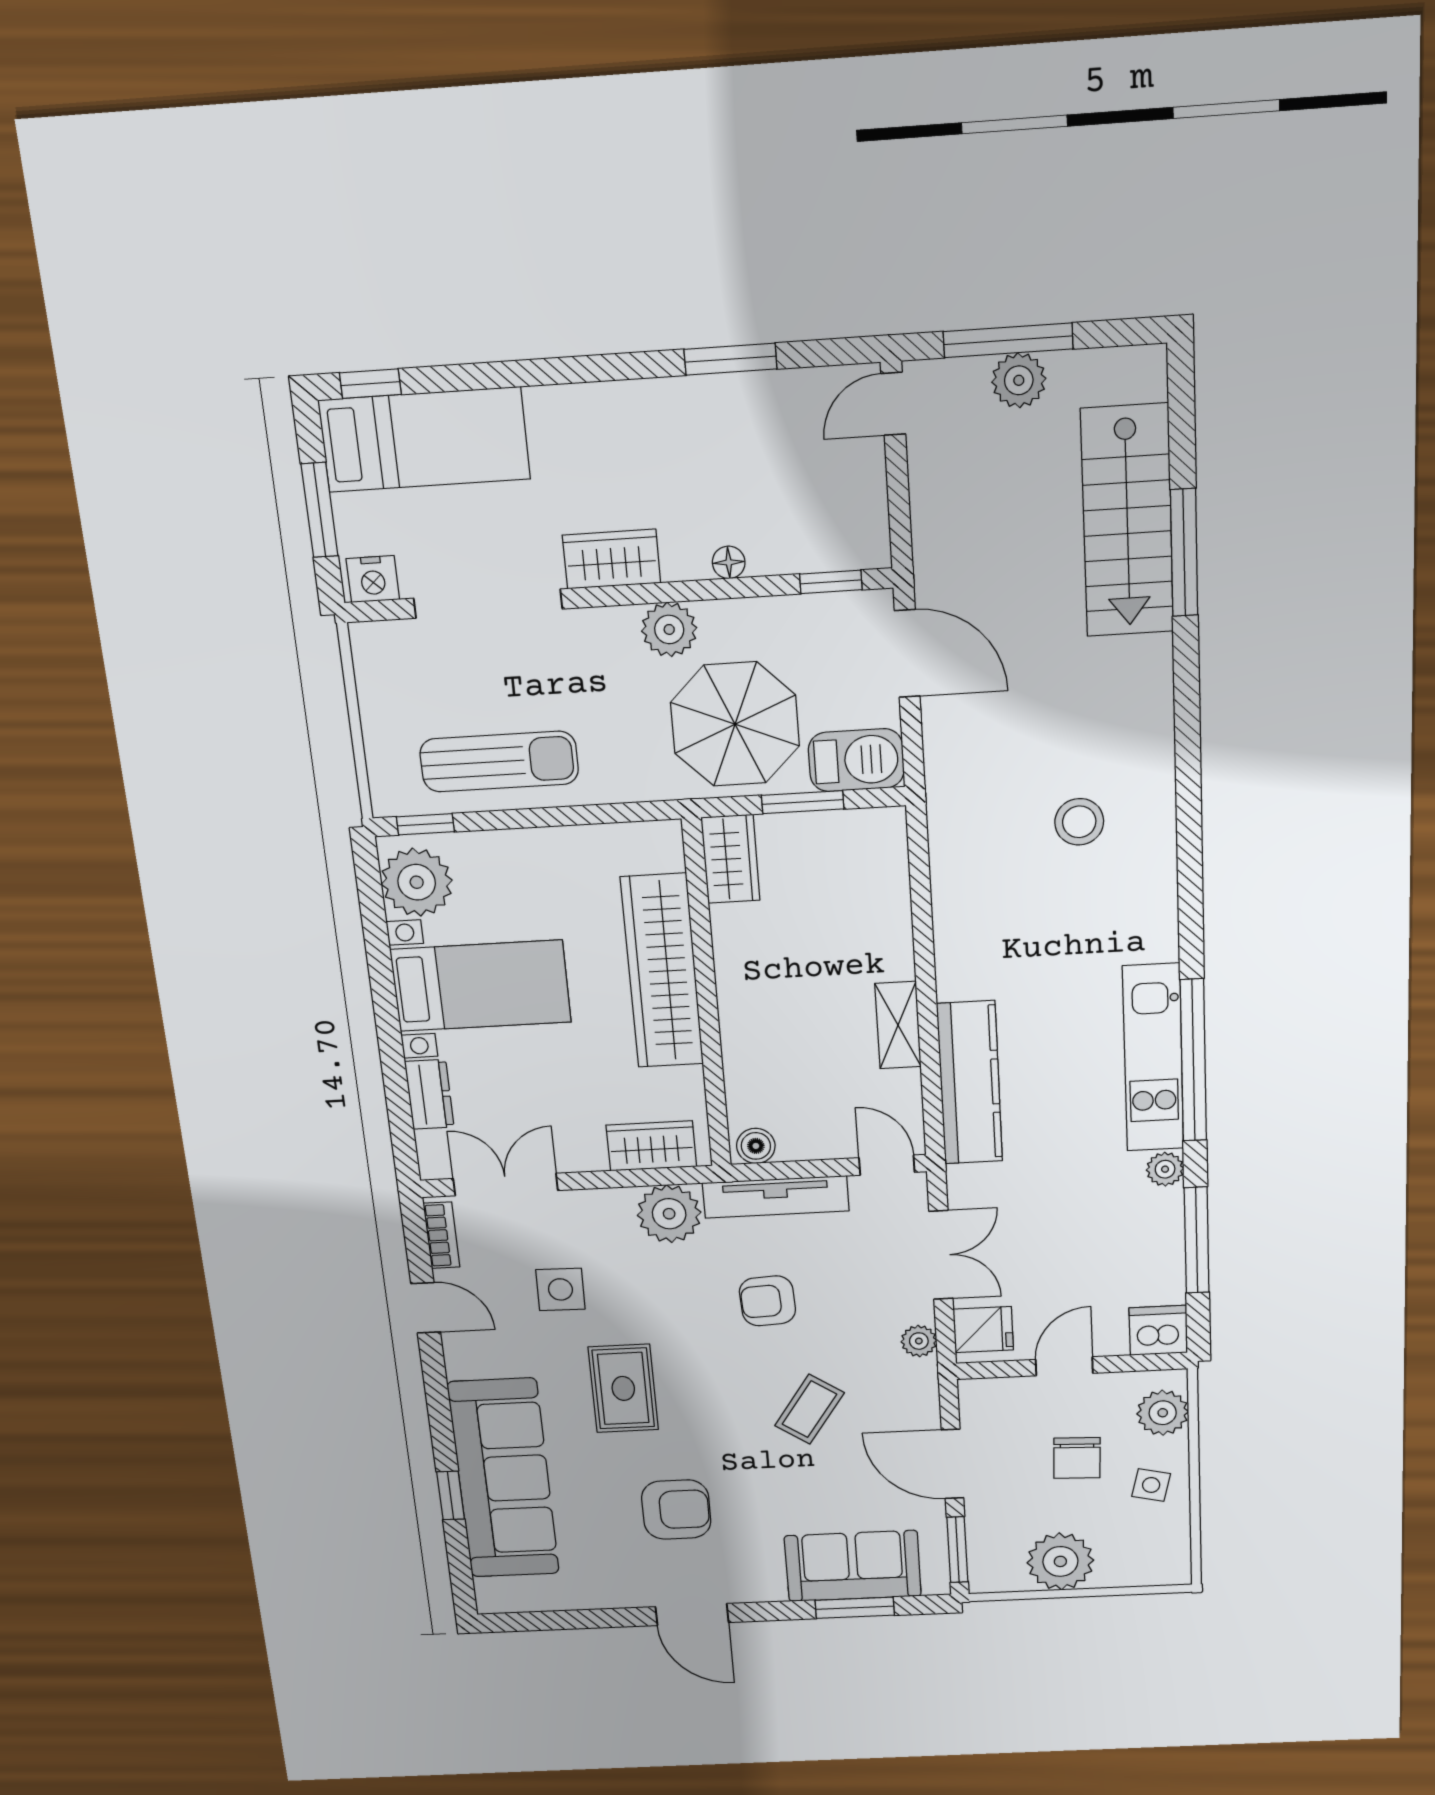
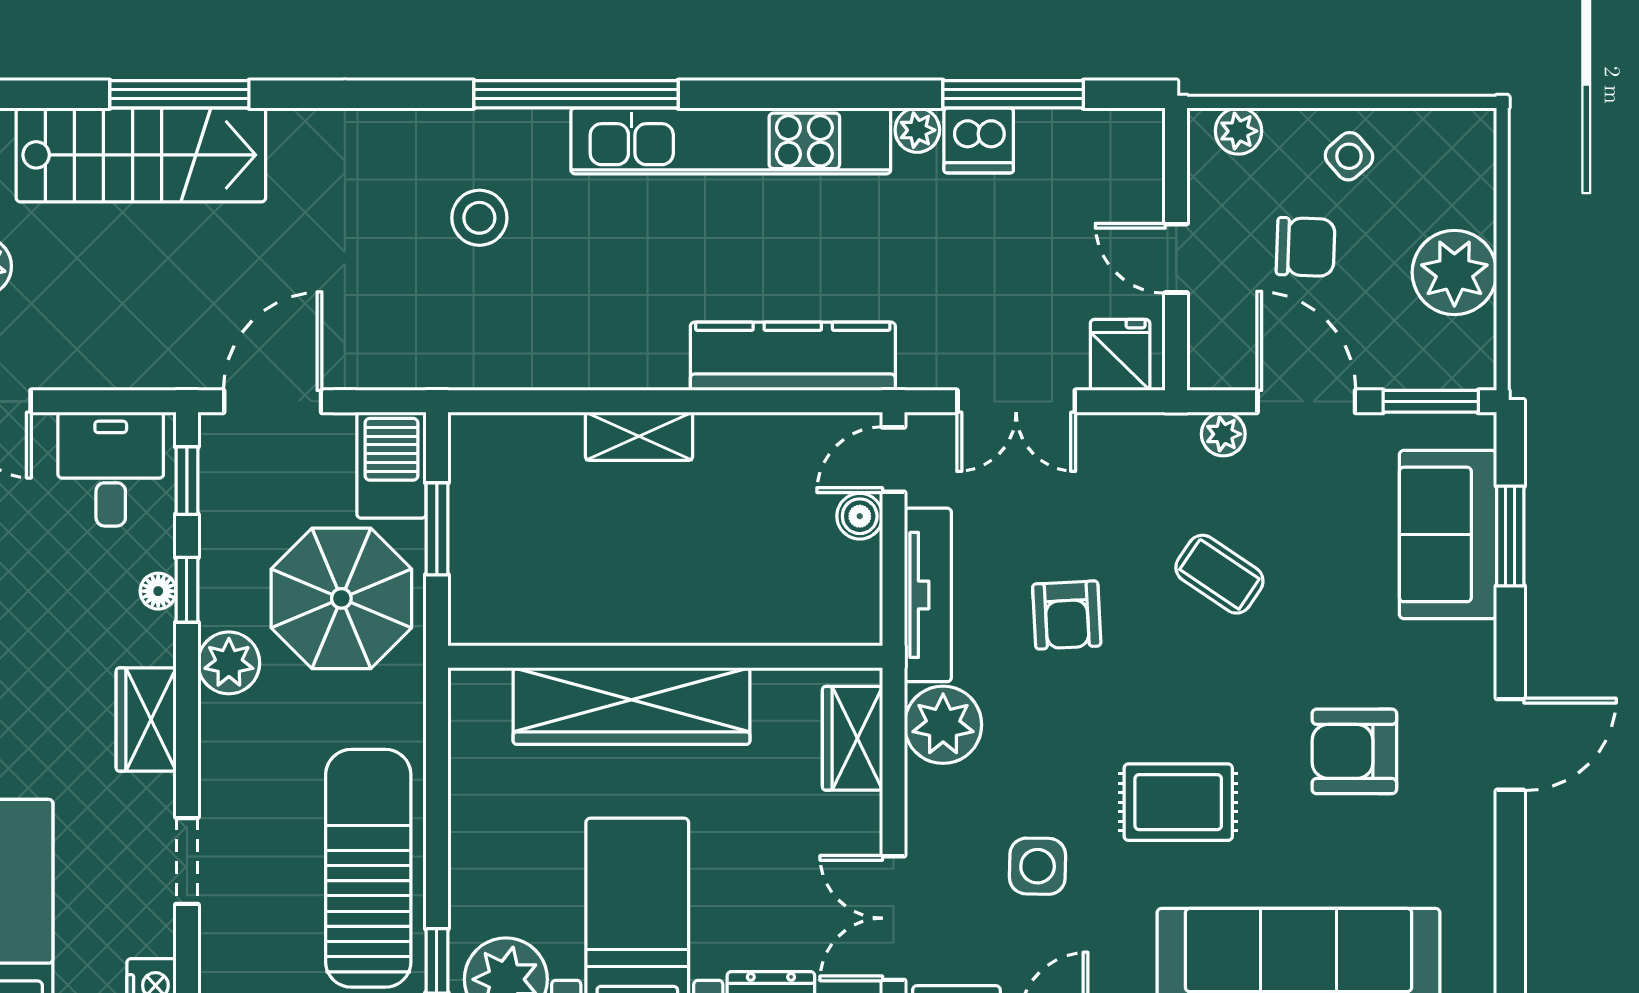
desk: (837, 512) -> (111, 469), added
window: (732, 588) -> (187, 590), added
doorway: (488, 604) -> (187, 861), width x0.53
sun lounger: (499, 762) -> (368, 868), width x1.36, depth x1.34
wardrobe: (730, 859) -> (500, 616), removed
shelving: (898, 1025) -> (639, 436), moved
kitchen unit: (1153, 1058) -> (731, 141), width x1.36
window: (1193, 1060) -> (576, 94), moved
boiler: (756, 1146) -> (860, 516), moved
double door: (941, 1255) -> (1016, 401), swing flipped
dishwasher: (1158, 1330) -> (979, 140), moved, turned -90
plant: (919, 1341) -> (1223, 434), moved
plant: (1163, 1413) -> (1238, 131), width x0.73, depth x0.73
door: (953, 1464) -> (1306, 401), swing flipped
side table: (1151, 1485) -> (1349, 156), turned 36
armchair: (676, 1510) -> (1354, 751), turned -90

